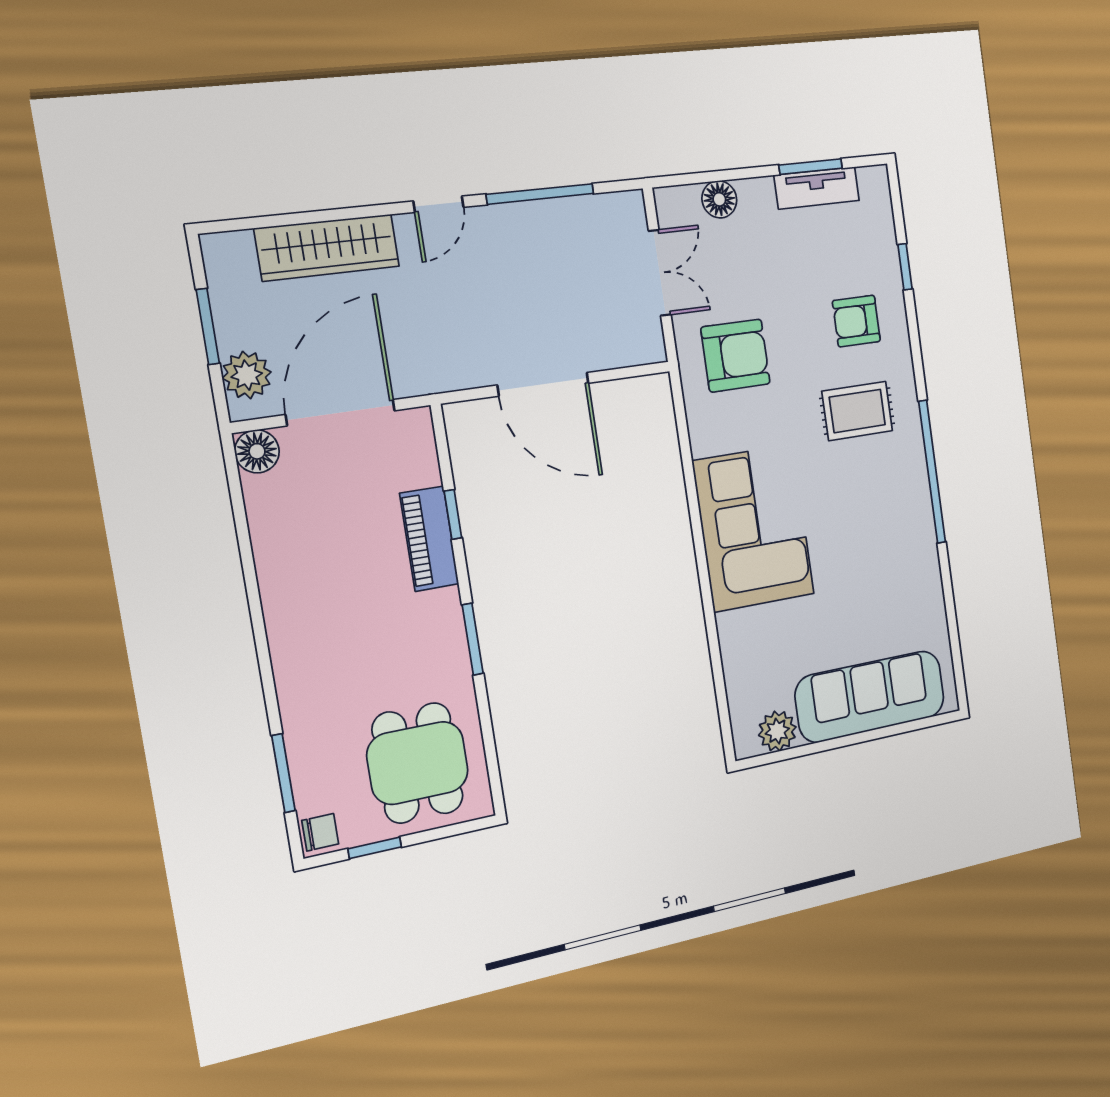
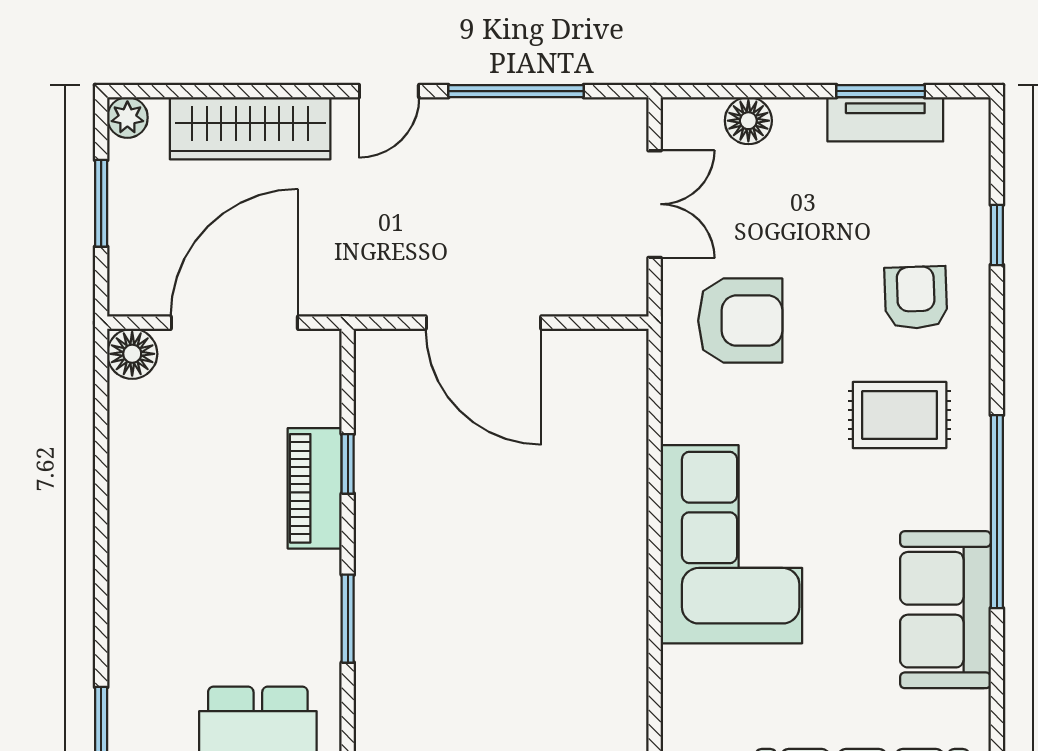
armchair: (856, 321) -> (916, 298), turned 88
plant: (247, 375) -> (127, 117), moved, width x0.73, depth x0.73
sofa: (908, 550) -> (945, 610), added

